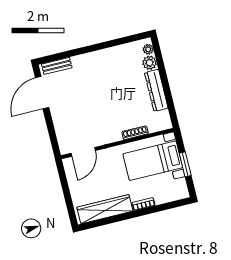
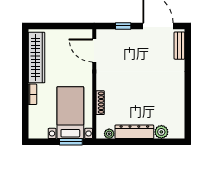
plant: (148, 49) -> (109, 134), moved
window: (51, 128) -> (123, 26), added
window: (185, 164) -> (71, 142), moved

